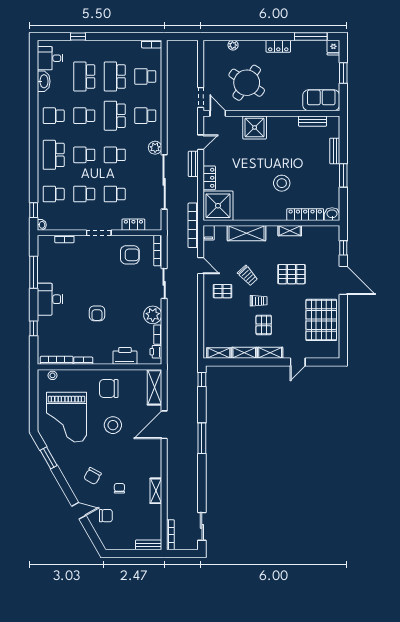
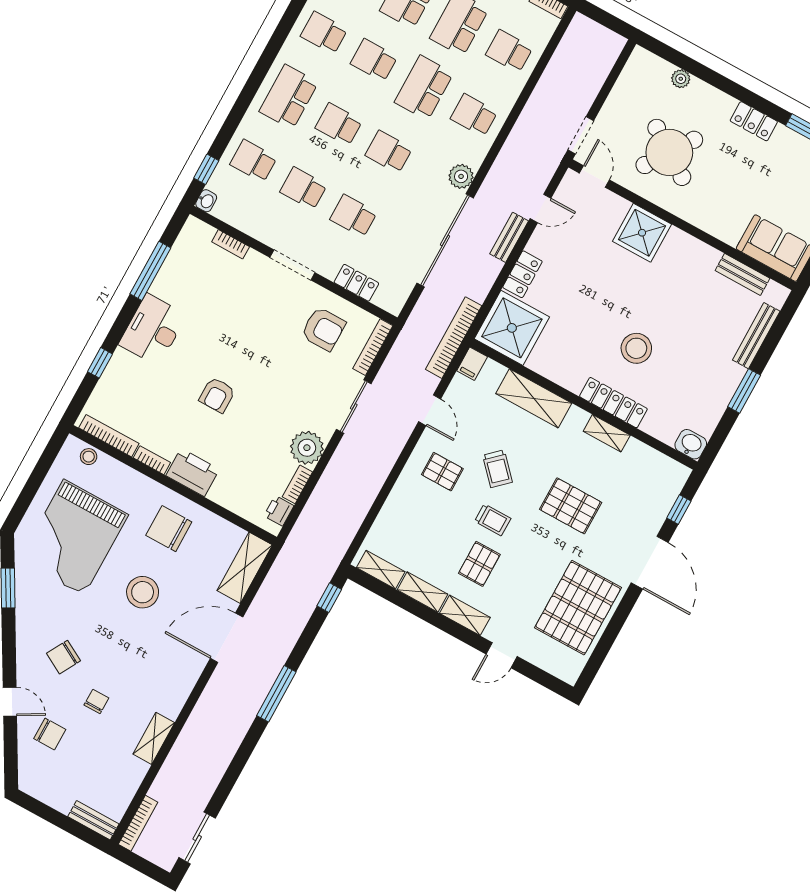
bench: (335, 151) -> (756, 336), width x1.36
locker: (305, 215) -> (613, 403), moved
printer: (125, 356) -> (193, 472), moved

